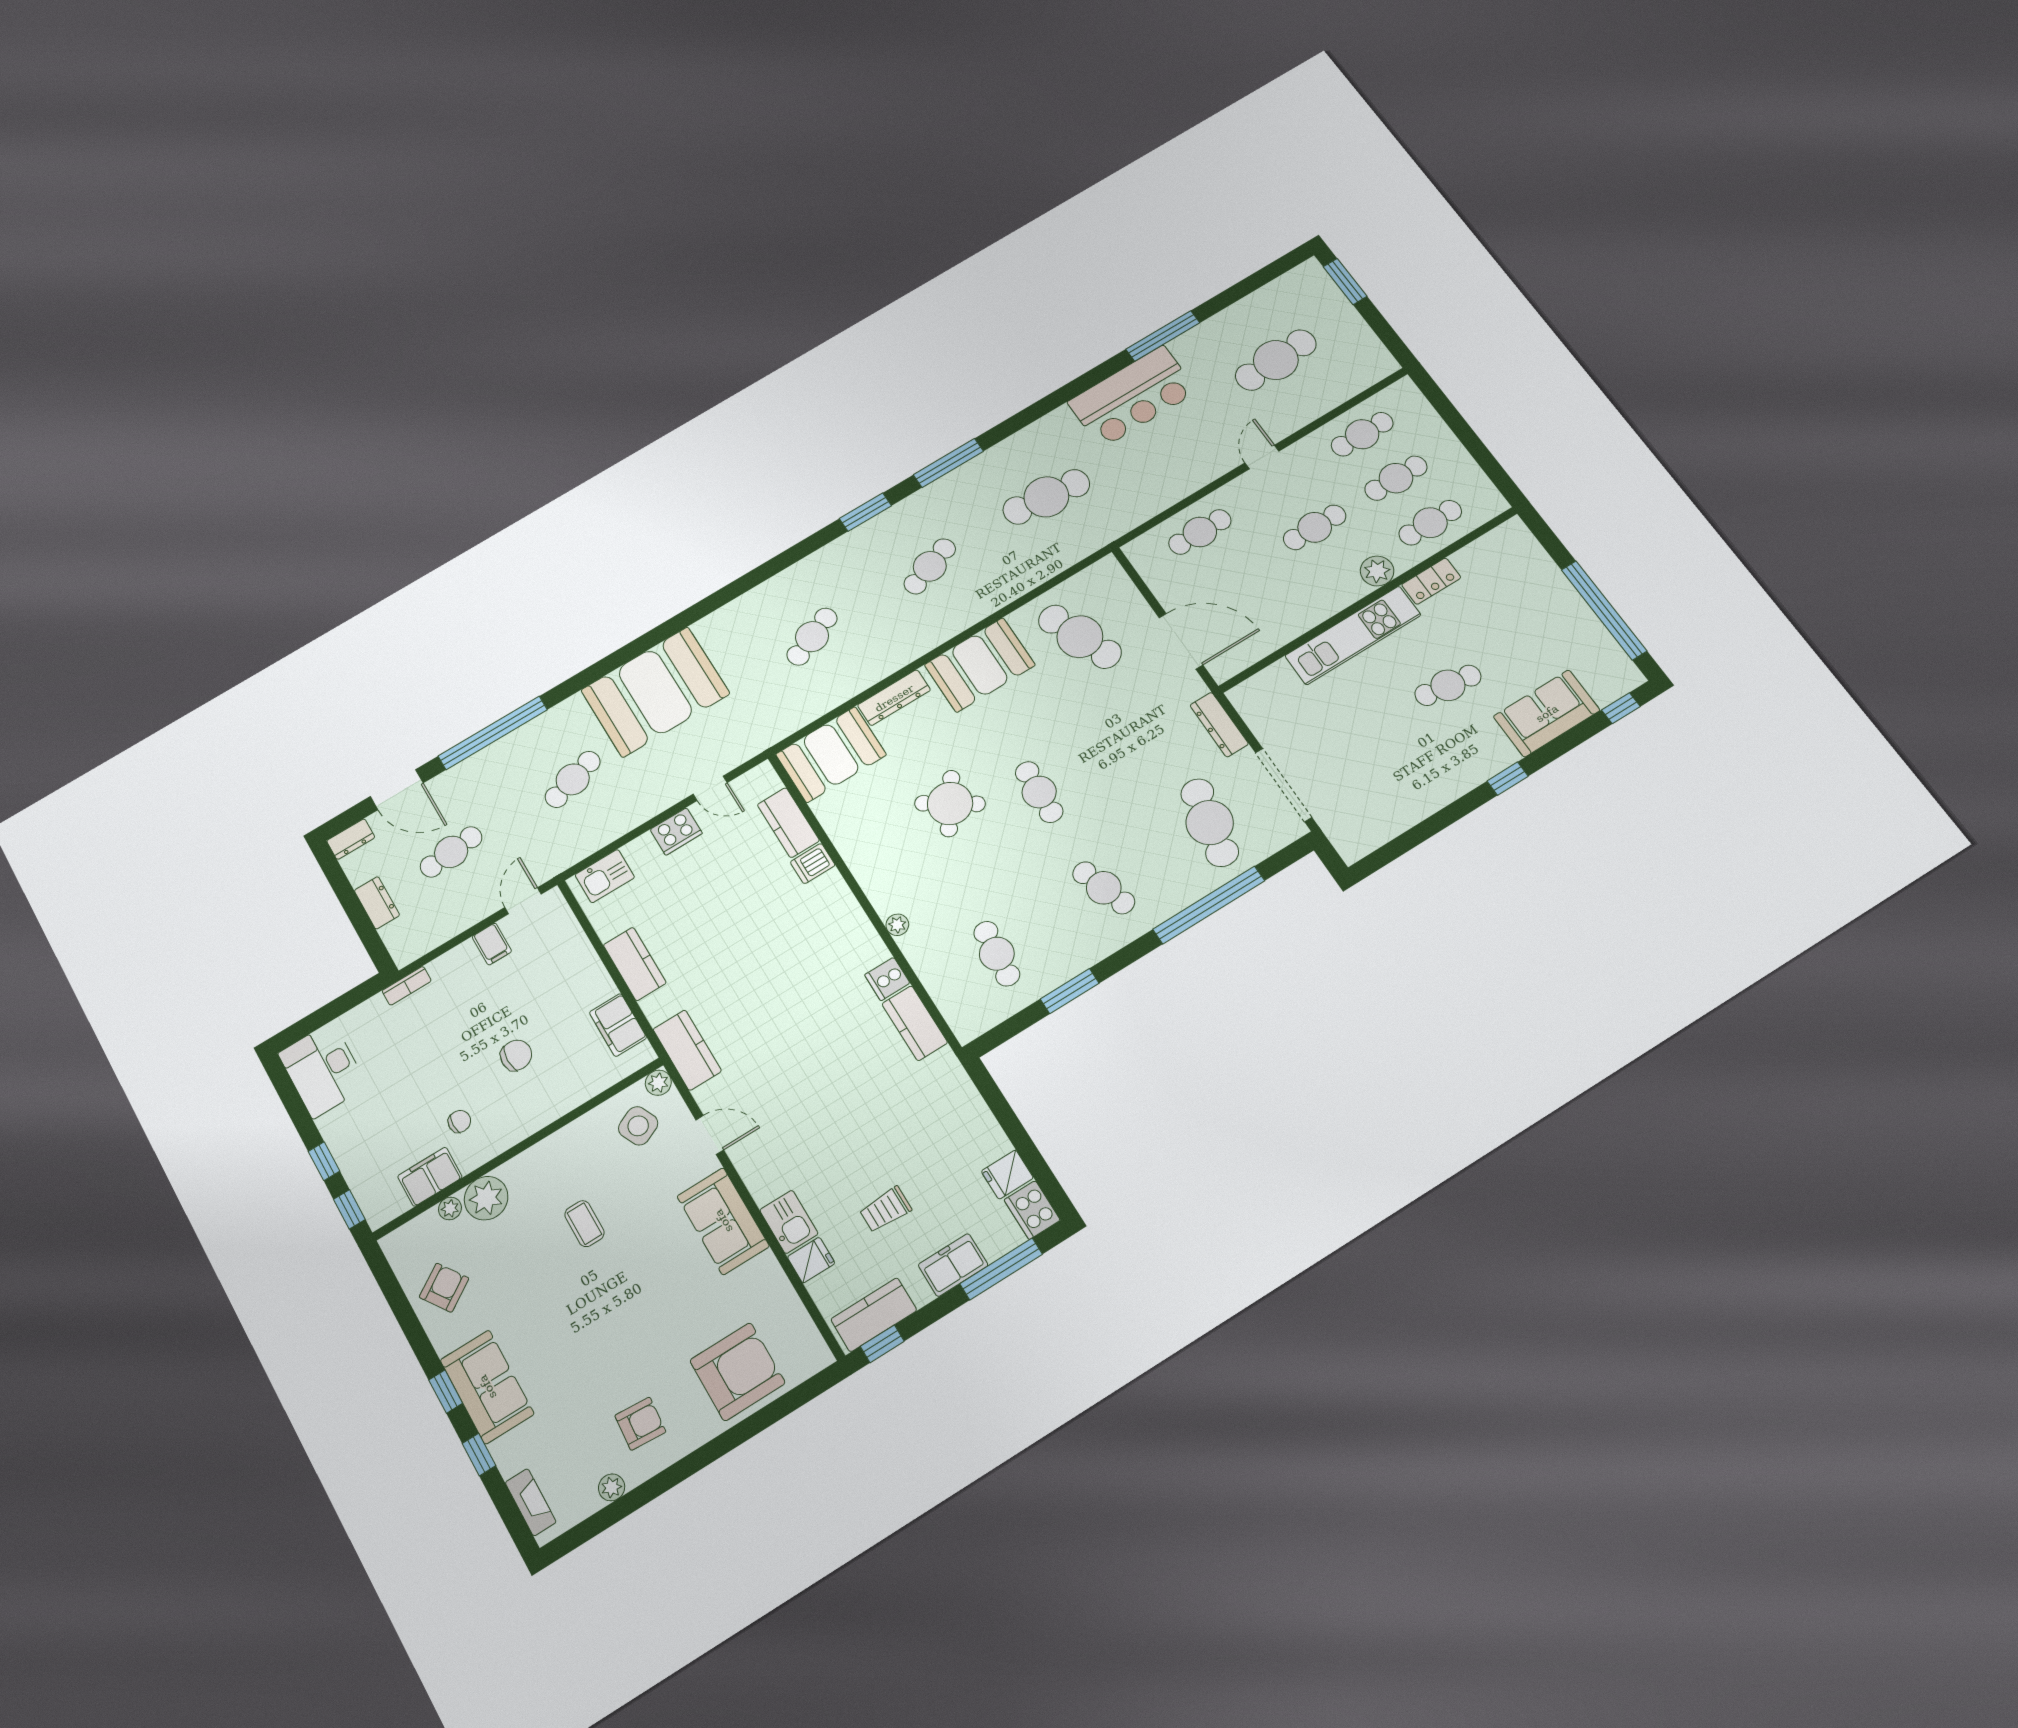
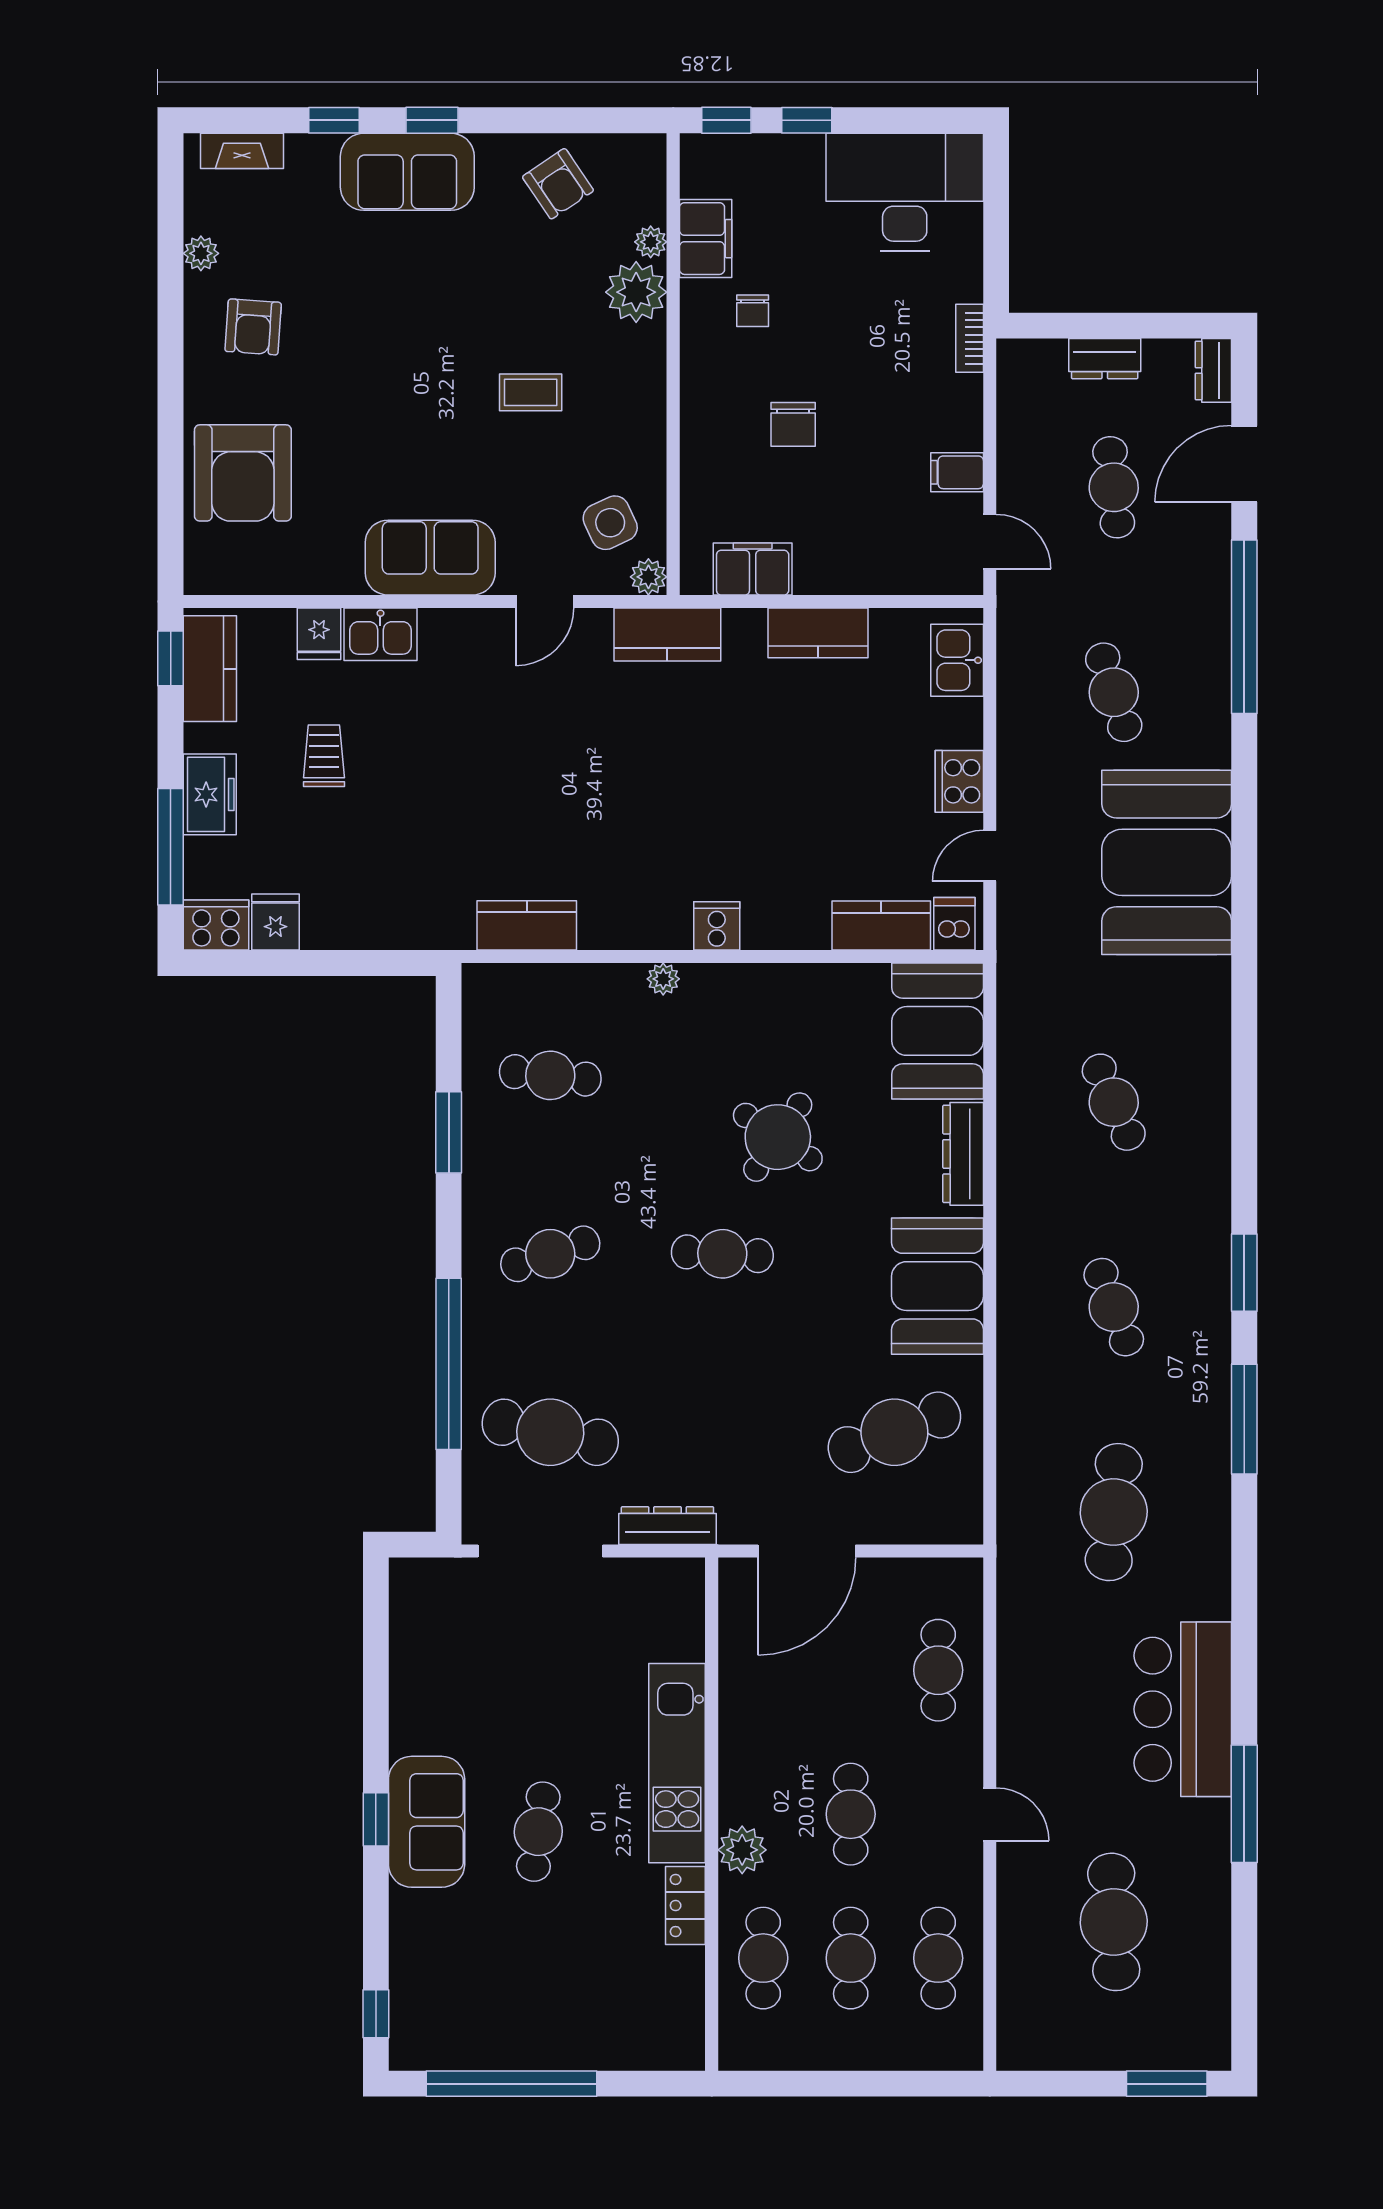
sofa: (1547, 713) -> (427, 1822), moved
dishwasher: (813, 864) -> (954, 924), moved
cooker: (887, 979) -> (717, 926), moved
desk: (323, 1070) -> (905, 192), width x1.36, depth x1.30

